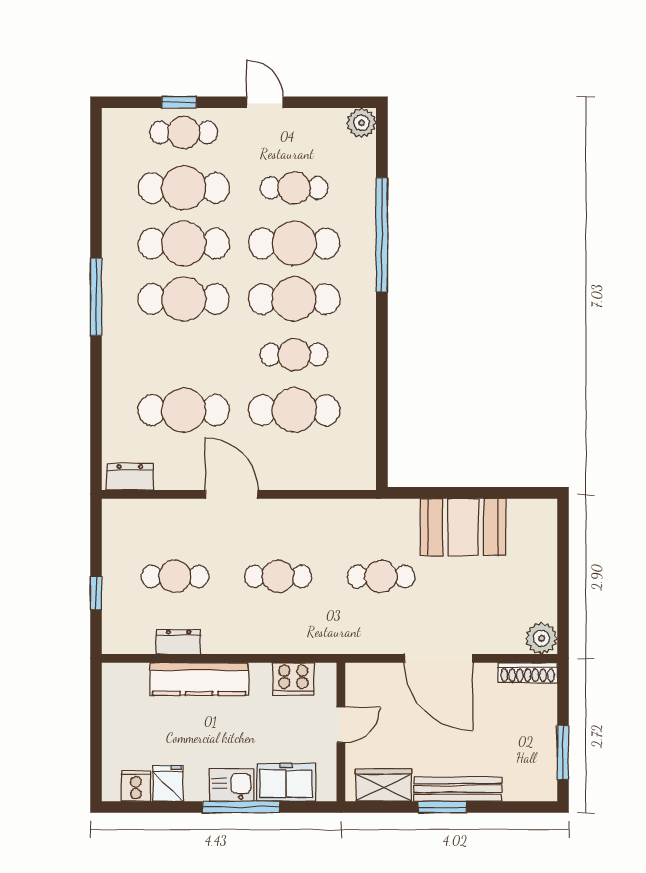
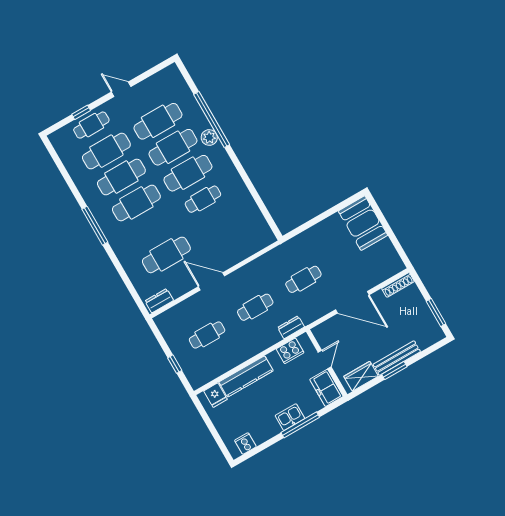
plant: (361, 123) -> (209, 137), moved
cafe table: (294, 188) -> (158, 121), width x1.37, depth x1.35
cafe table: (294, 410) -> (218, 225), removed
booth: (463, 527) -> (363, 223), moved, turned 90
plant: (541, 638) -> (395, 265), removed
dresser: (179, 642) -> (291, 327), moved
freezer: (286, 782) -> (326, 388), moved, turned -90
fridge: (168, 783) -> (215, 395), moved, turned 180

